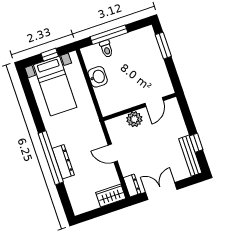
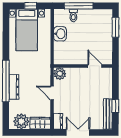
door: (154, 102) -> (95, 66), swing flipped
plant: (134, 119) -> (60, 74), moved
plant: (87, 201) -> (21, 121), added

